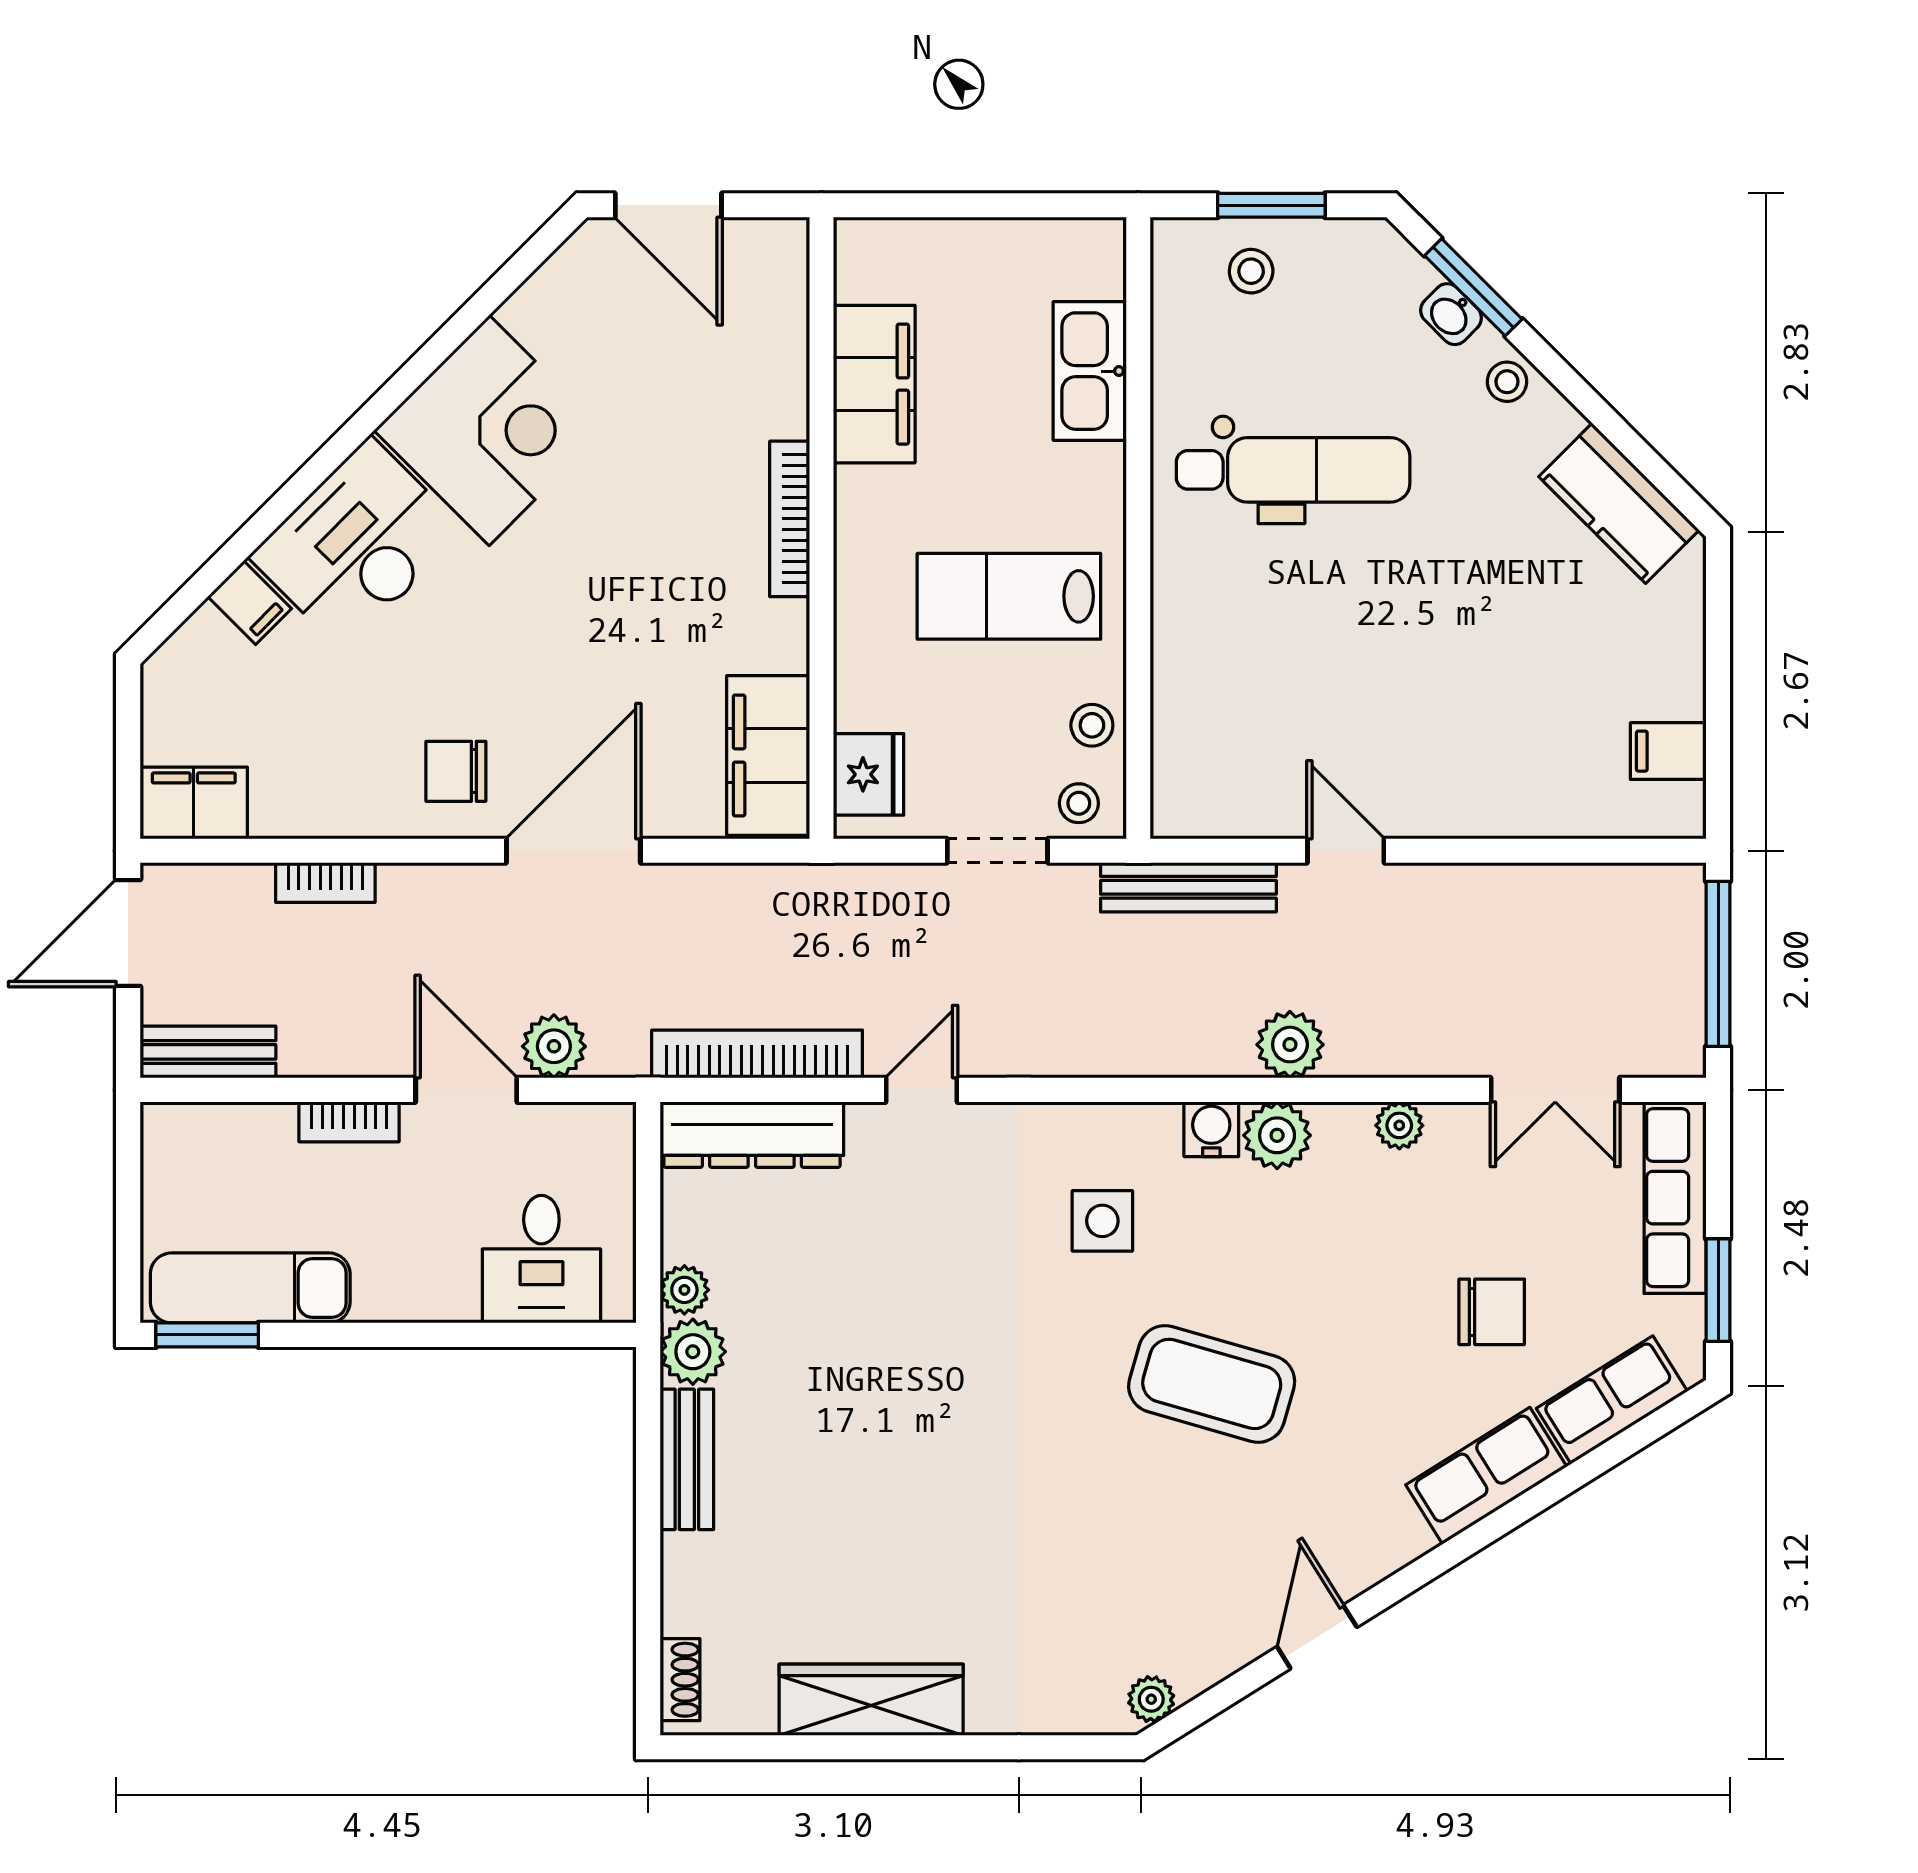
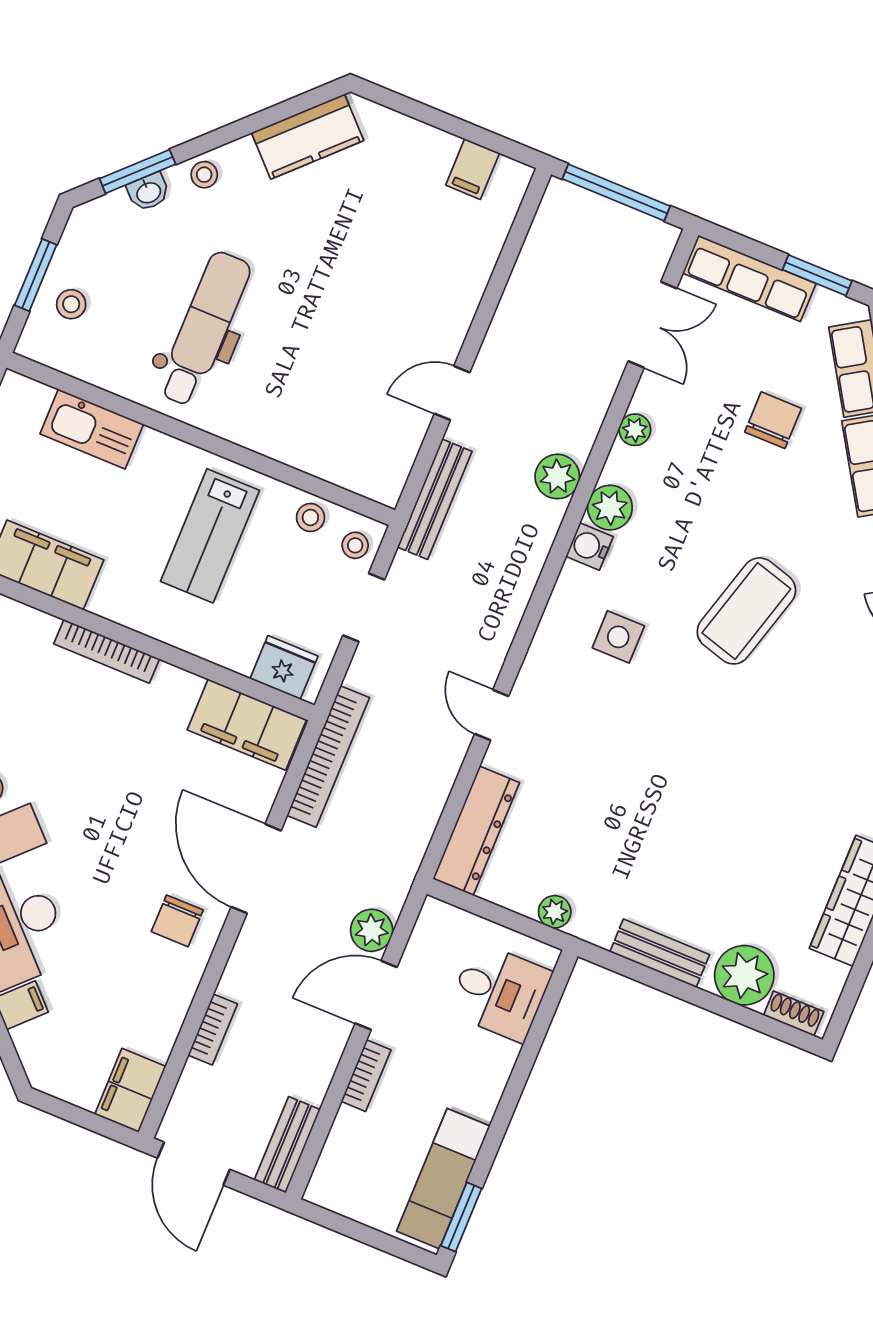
bookcase: (757, 1054) -> (328, 757), moved, turned 180
plant: (693, 1352) -> (744, 975), moved, width x1.36, depth x1.36

